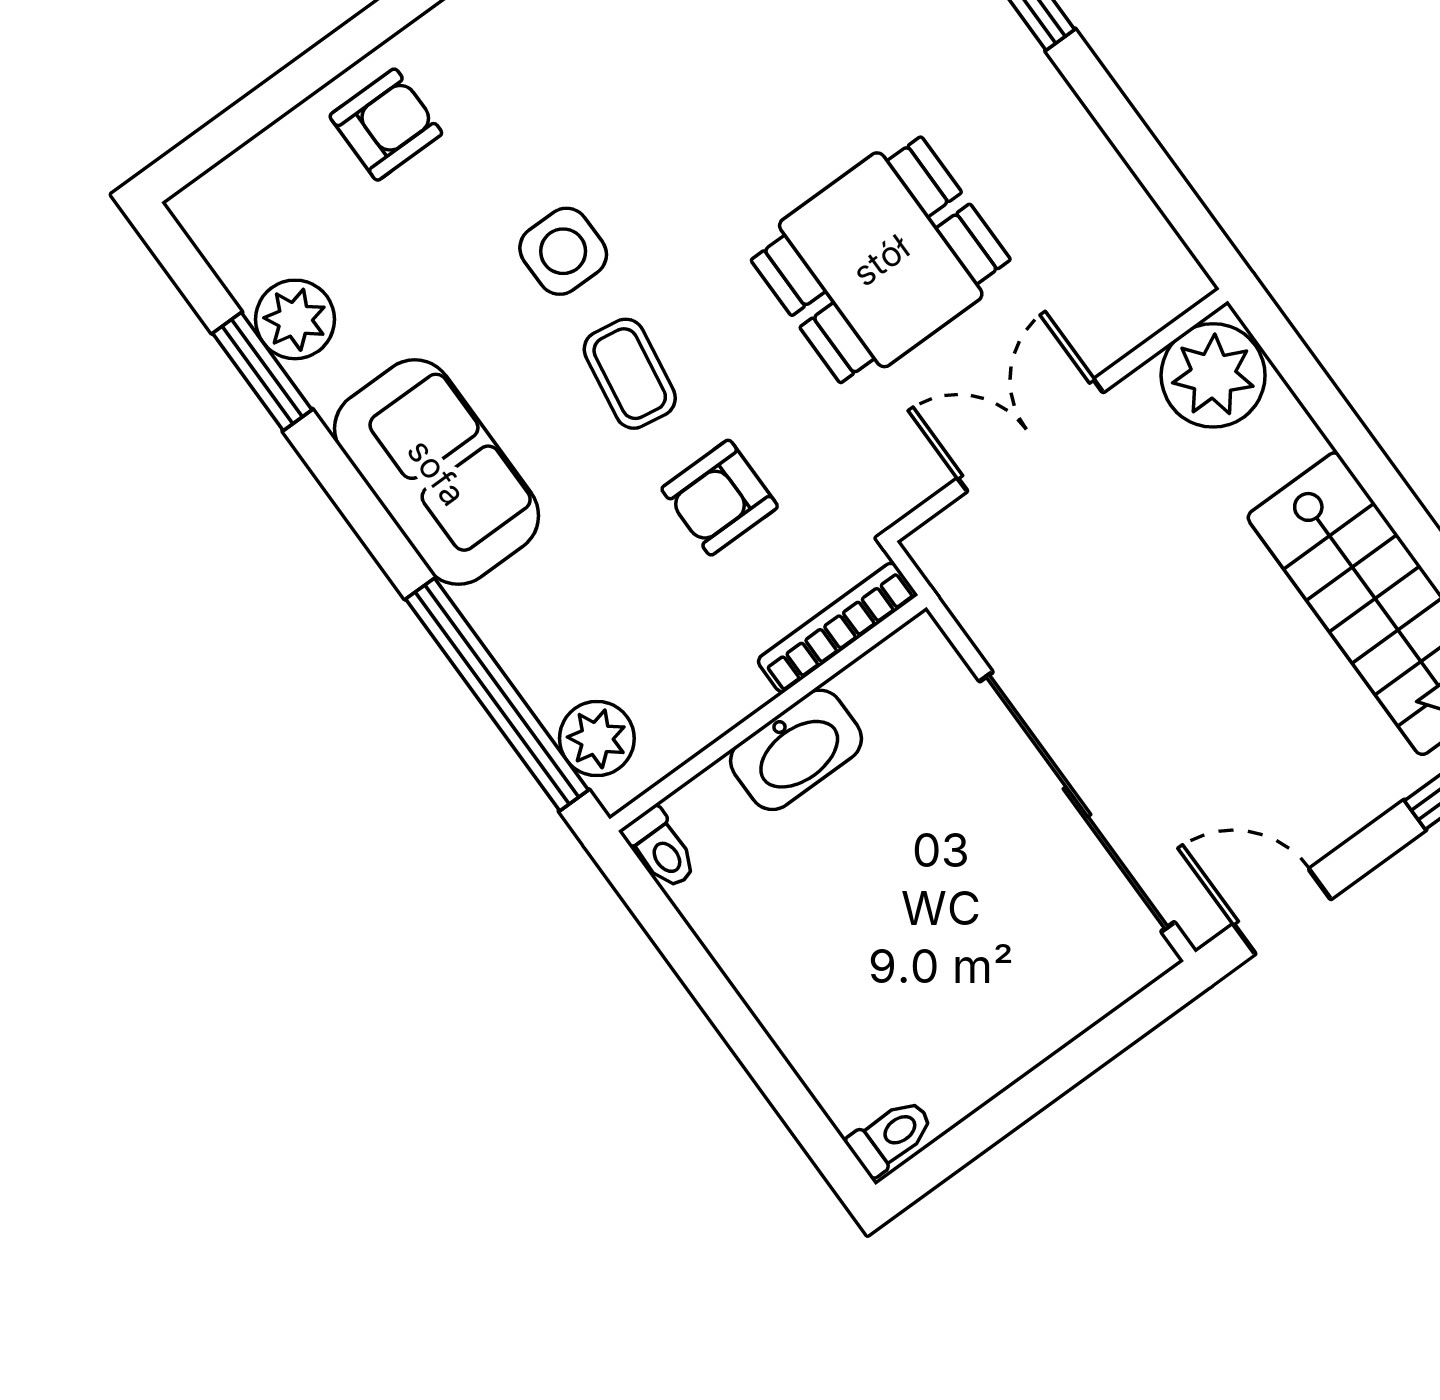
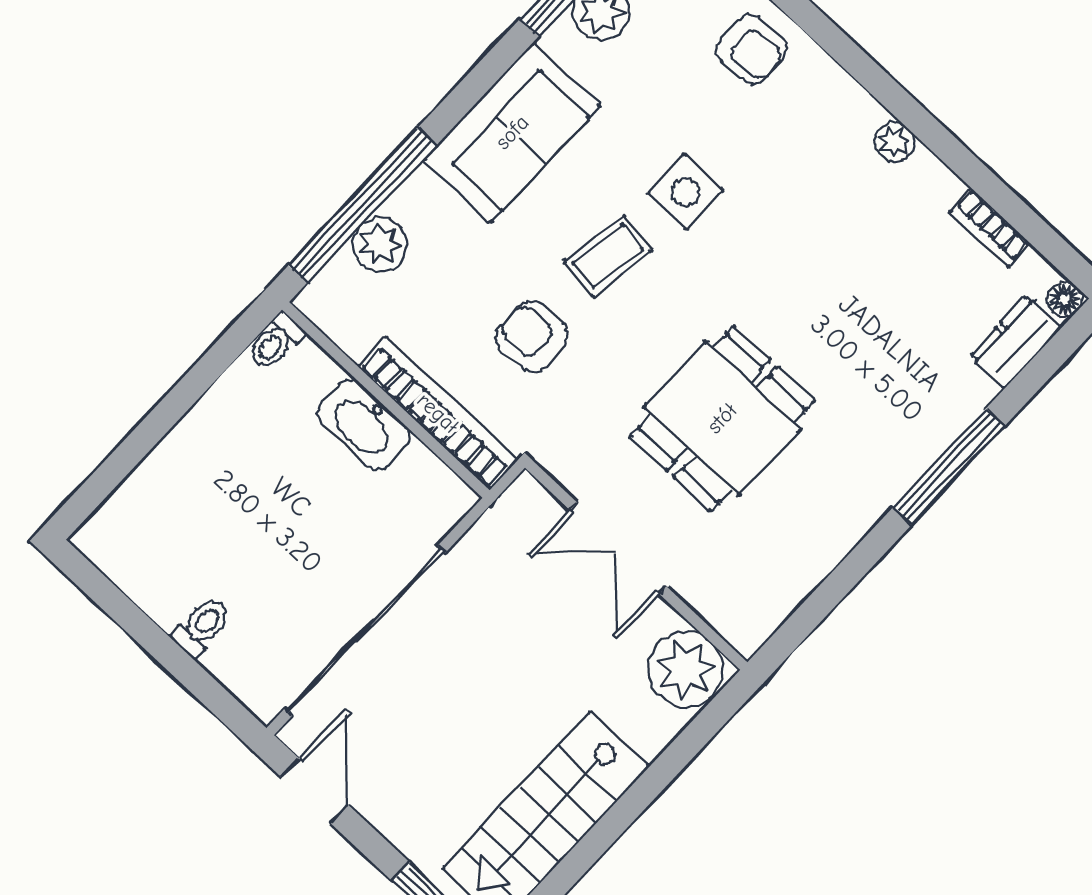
dining table: (881, 260) -> (722, 418), turned 90
double door: (1030, 435) -> (618, 548), swing flipped
bookcase: (837, 628) -> (438, 413), width x1.48, depth x1.31
plant: (597, 738) -> (380, 245), moved
toilet: (891, 1136) -> (202, 627), moved, turned -90

